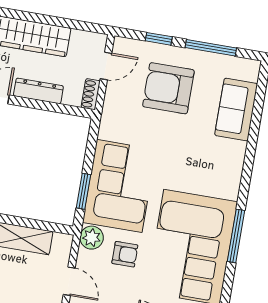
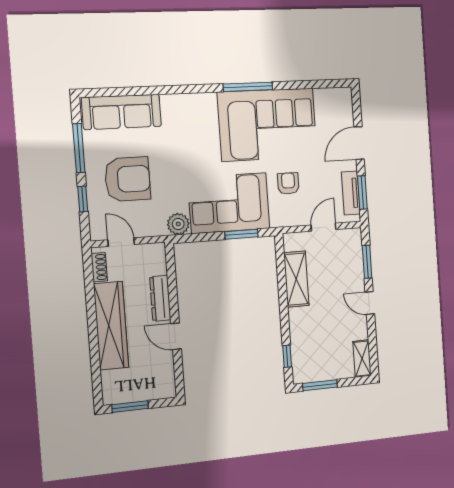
armchair: (168, 88) -> (128, 179), turned -90
shoe rack: (91, 94) -> (99, 267), moved, turned -90
sofa: (236, 110) -> (122, 112), width x1.36
plant: (92, 238) -> (178, 224), moved

